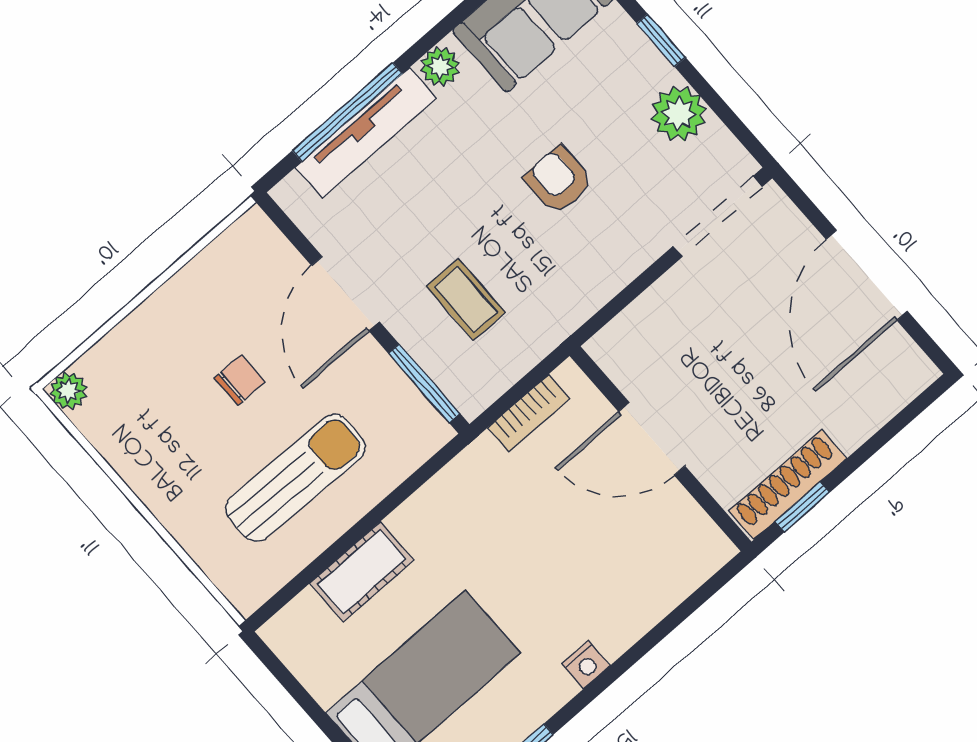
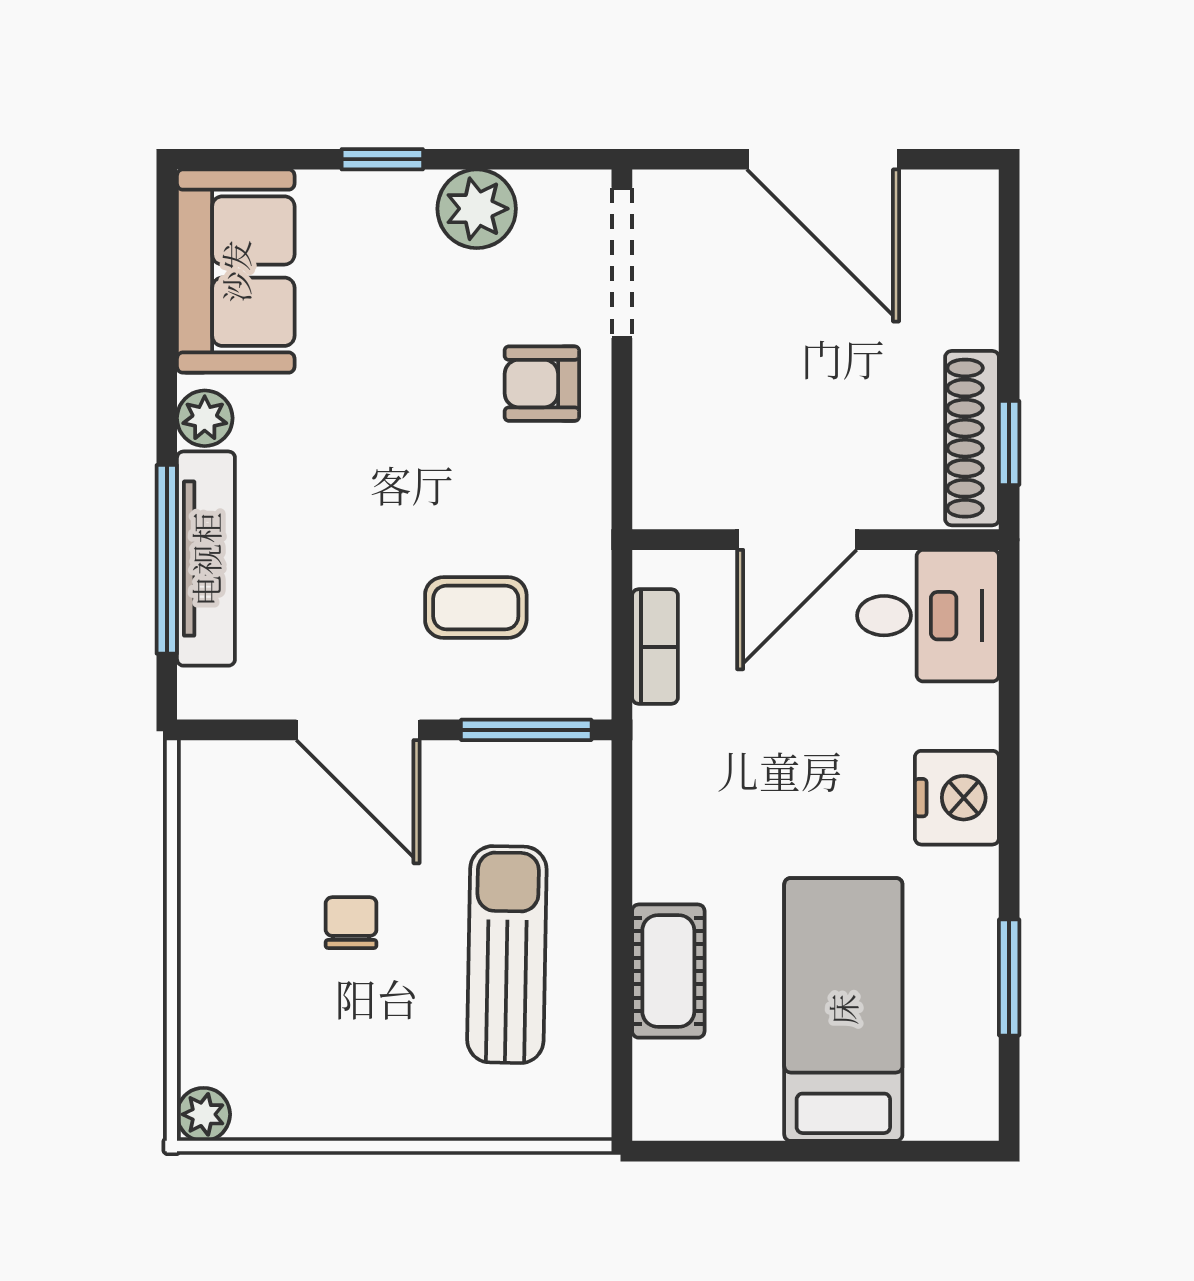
armchair: (558, 180) -> (542, 384), moved
desk: (672, 544) -> (928, 616), added
nightstand: (586, 665) -> (957, 798), width x1.89, depth x1.79

